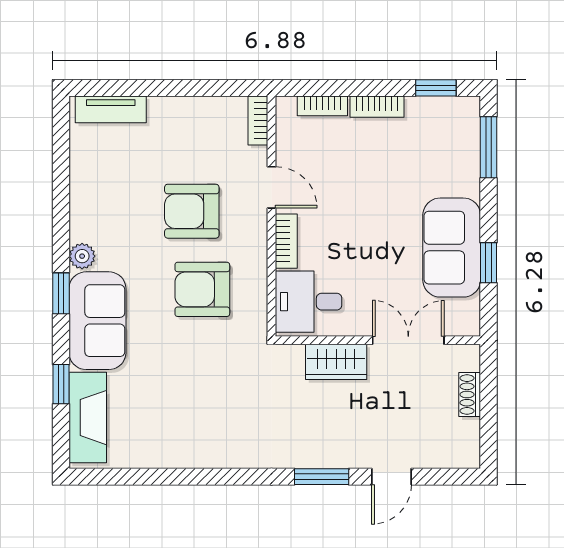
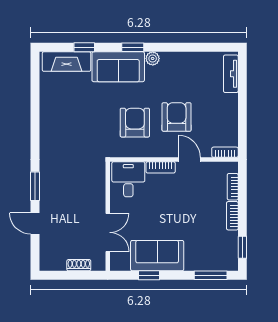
door: (272, 187) -> (189, 160), swing flipped
wardrobe: (336, 362) -> (96, 194), removed

